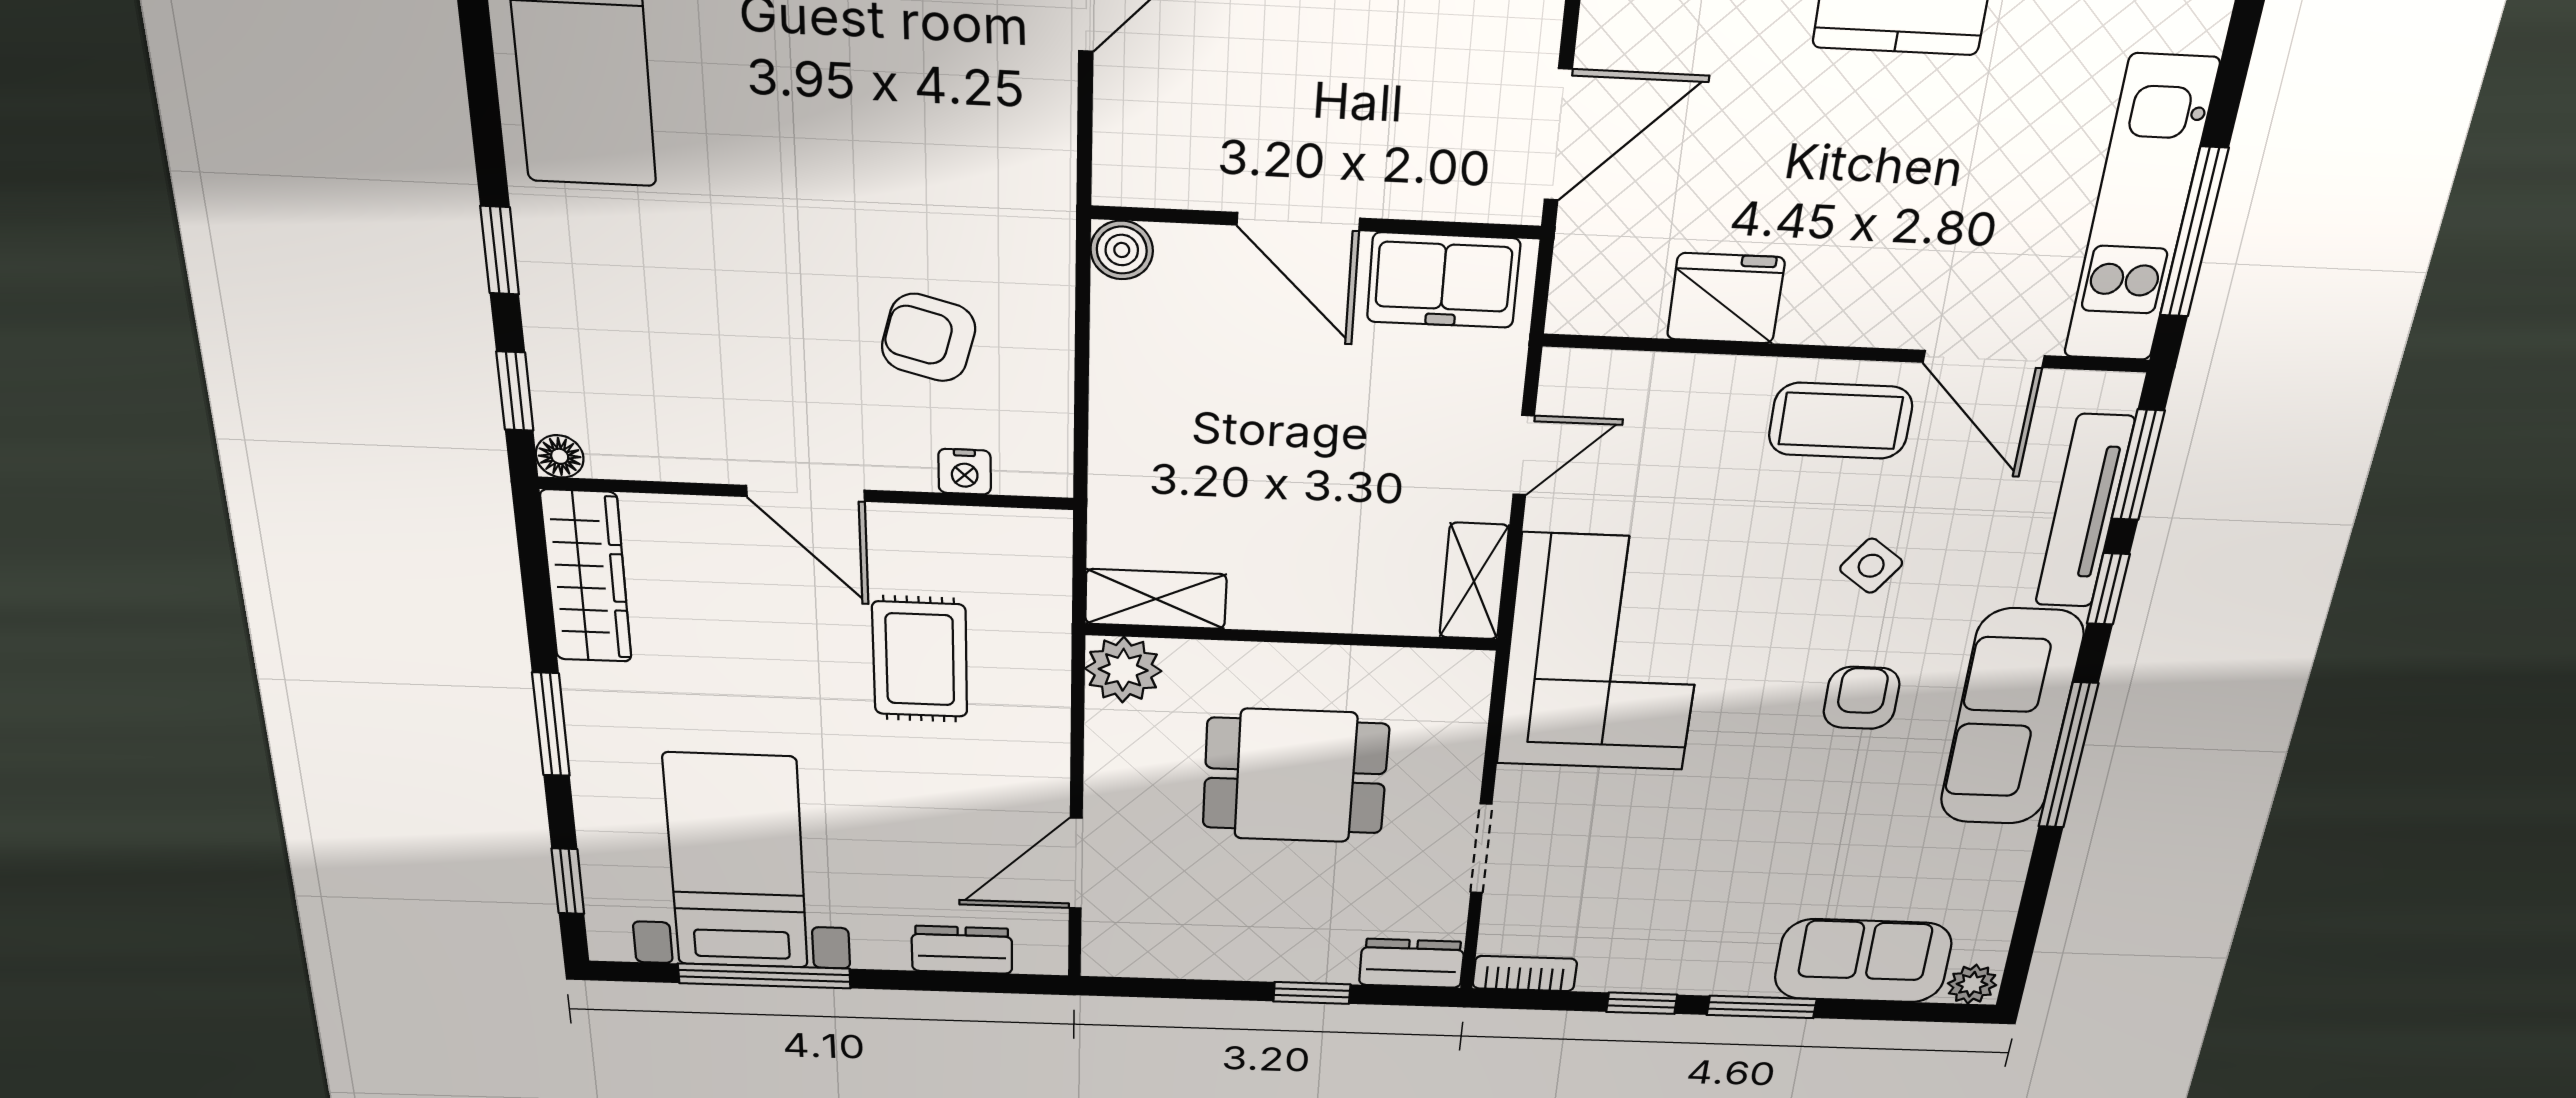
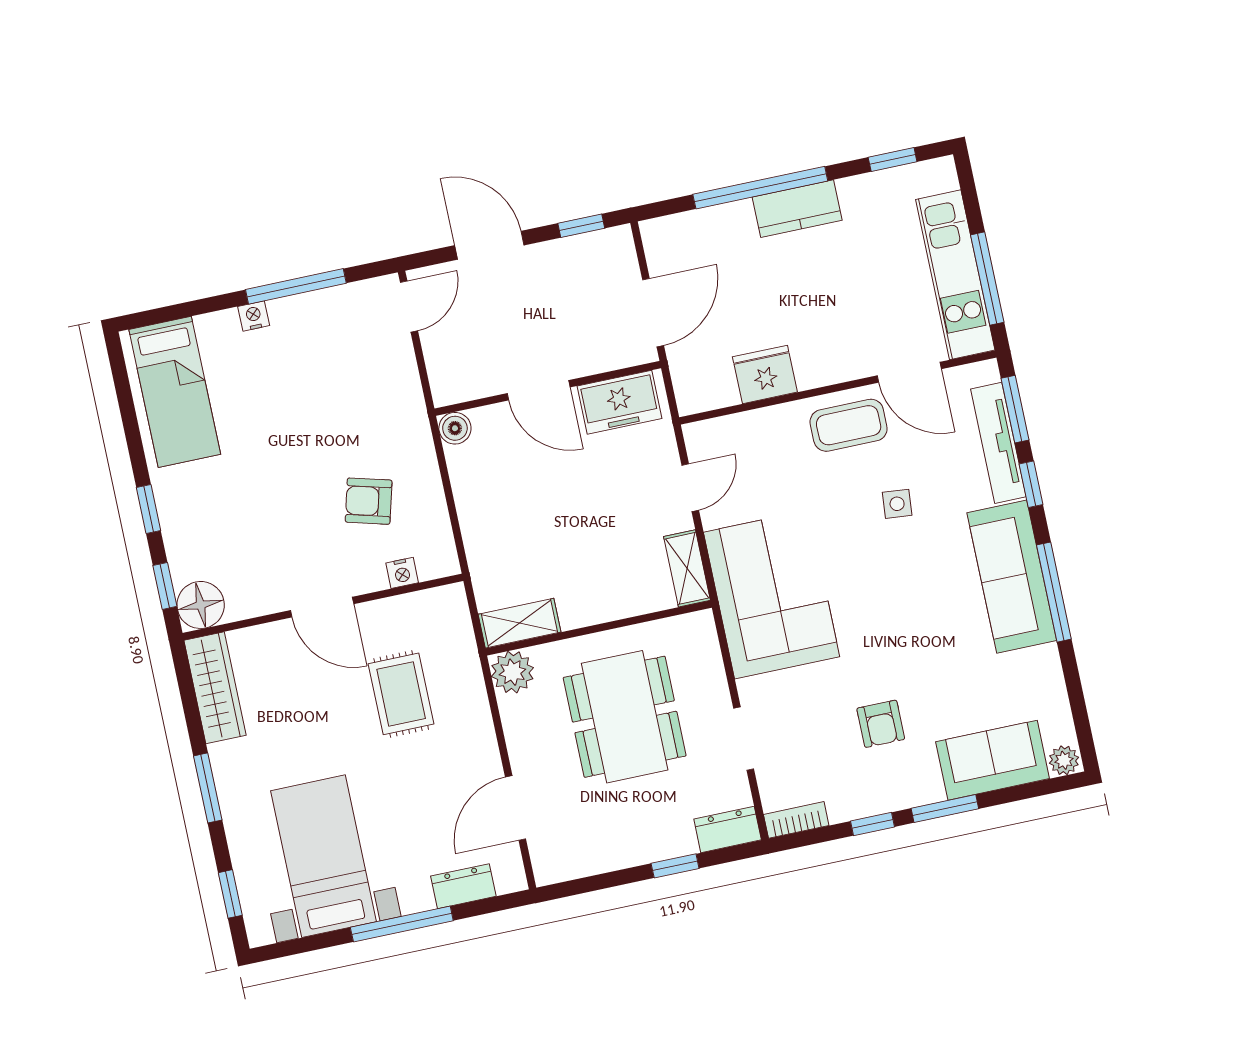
floor lamp: (560, 456) -> (201, 605), width x1.89, depth x1.89
side table: (1871, 566) -> (897, 504), turned -31
armchair: (1861, 698) -> (881, 724), moved, turned 180
dining table: (1295, 776) -> (625, 717), width x1.37
window: (764, 976) -> (402, 924), moved

